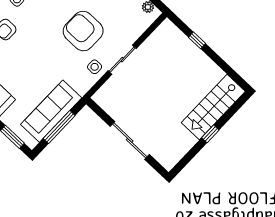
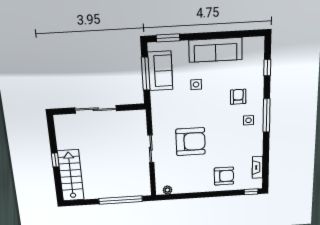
window: (197, 40) -> (121, 200), width x3.17
side table: (95, 67) -> (196, 85), moved
sofa: (51, 111) -> (160, 71), width x0.73

